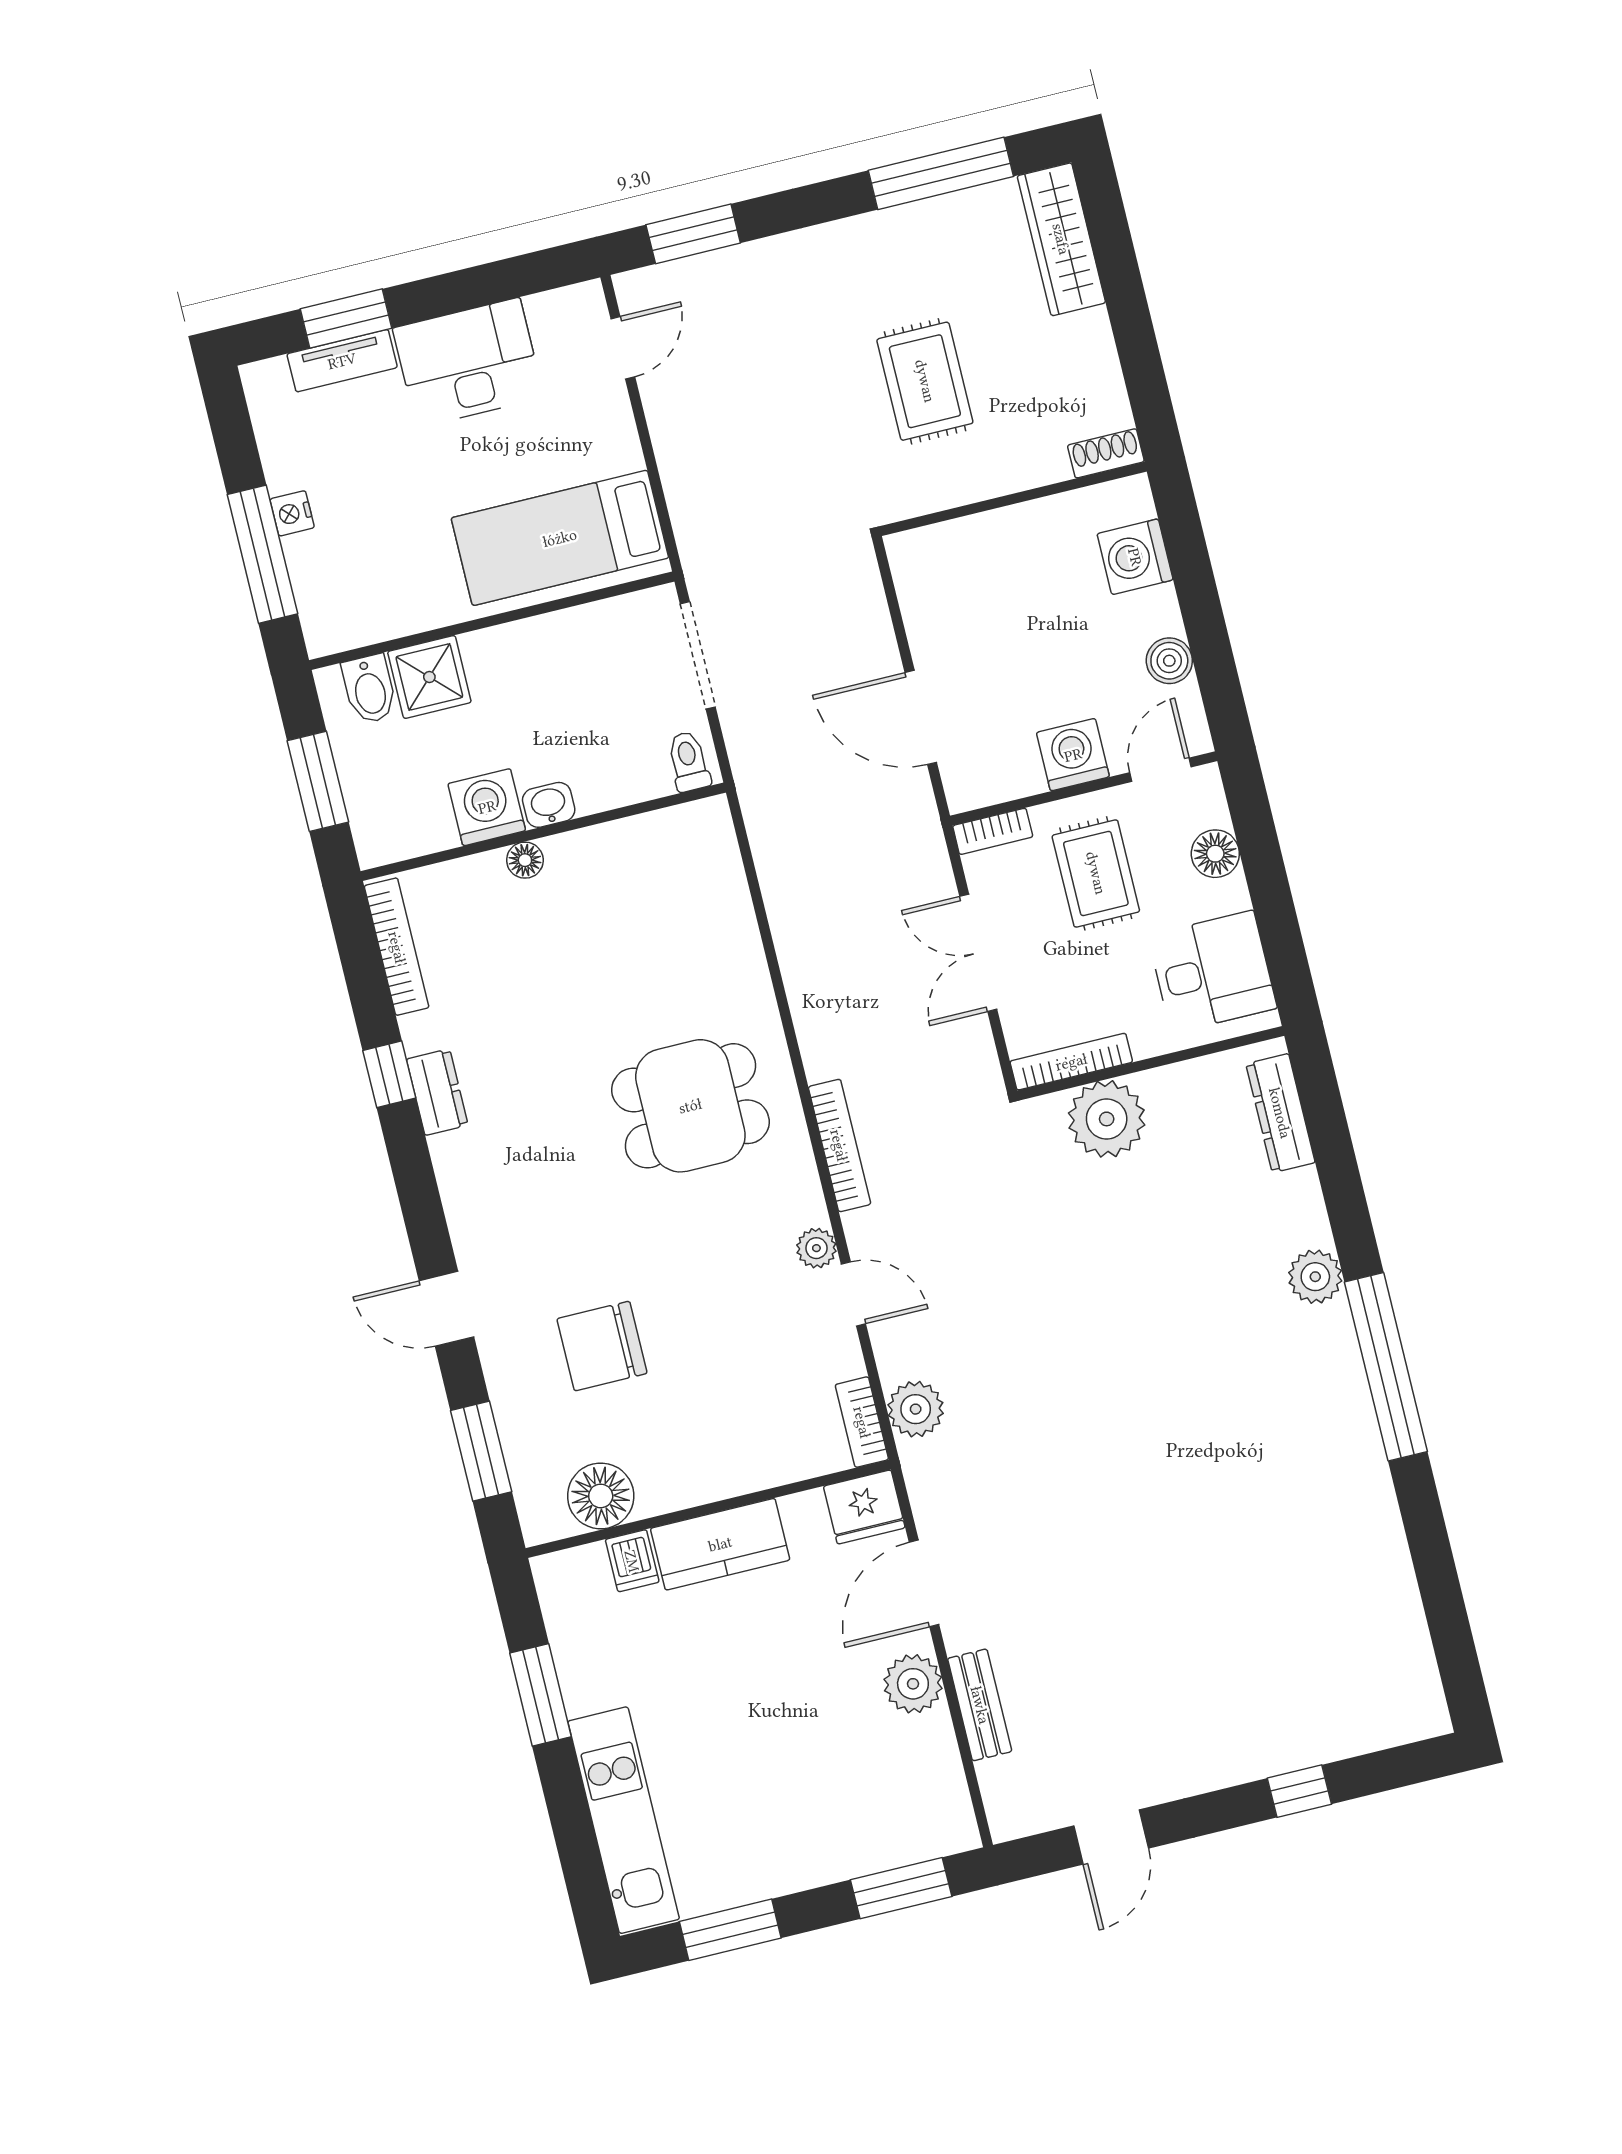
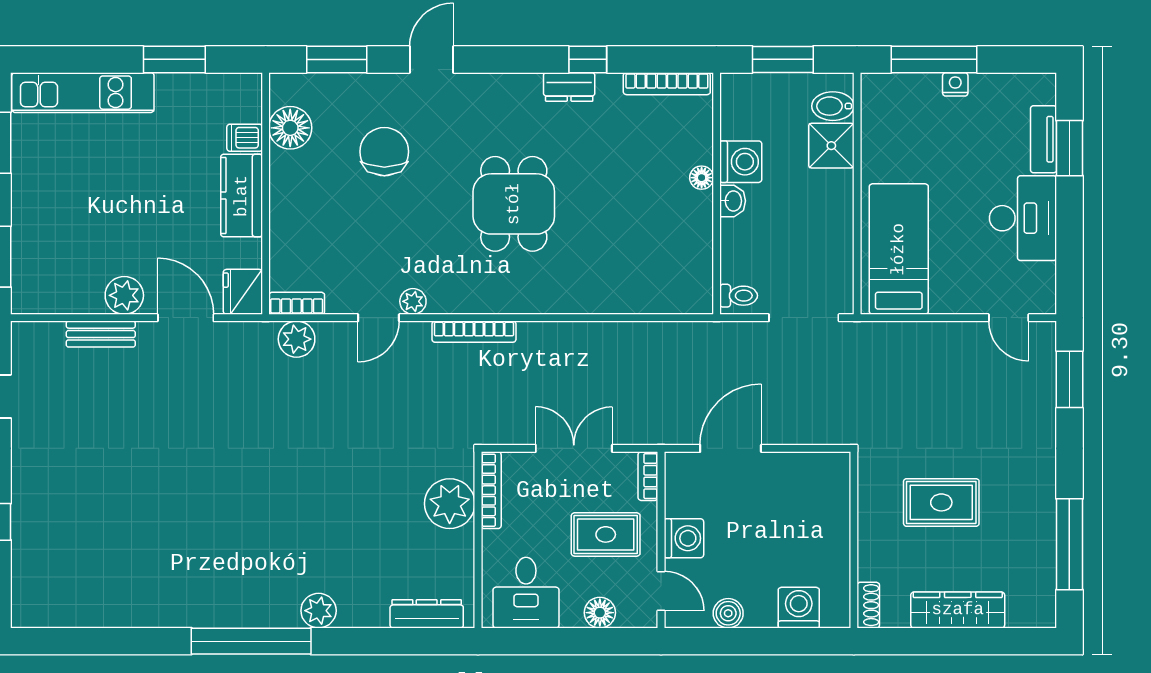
wardrobe: (1061, 239) -> (958, 610), moved
dining table: (690, 1106) -> (514, 204), moved

